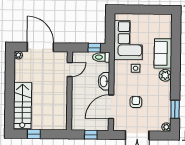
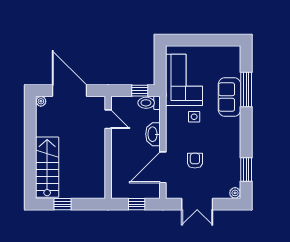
window: (176, 48) -> (246, 89), added
door: (70, 69) -> (108, 119), hinge flipped
plant: (165, 75) -> (233, 125), removed

